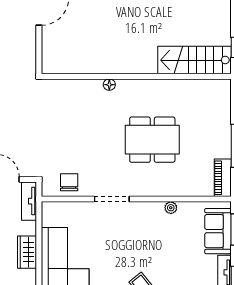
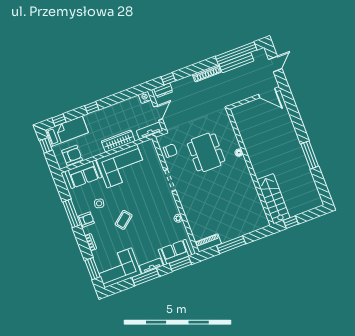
dining table: (152, 140) -> (206, 152), moved
wardrobe: (27, 252) -> (118, 141), width x1.50

